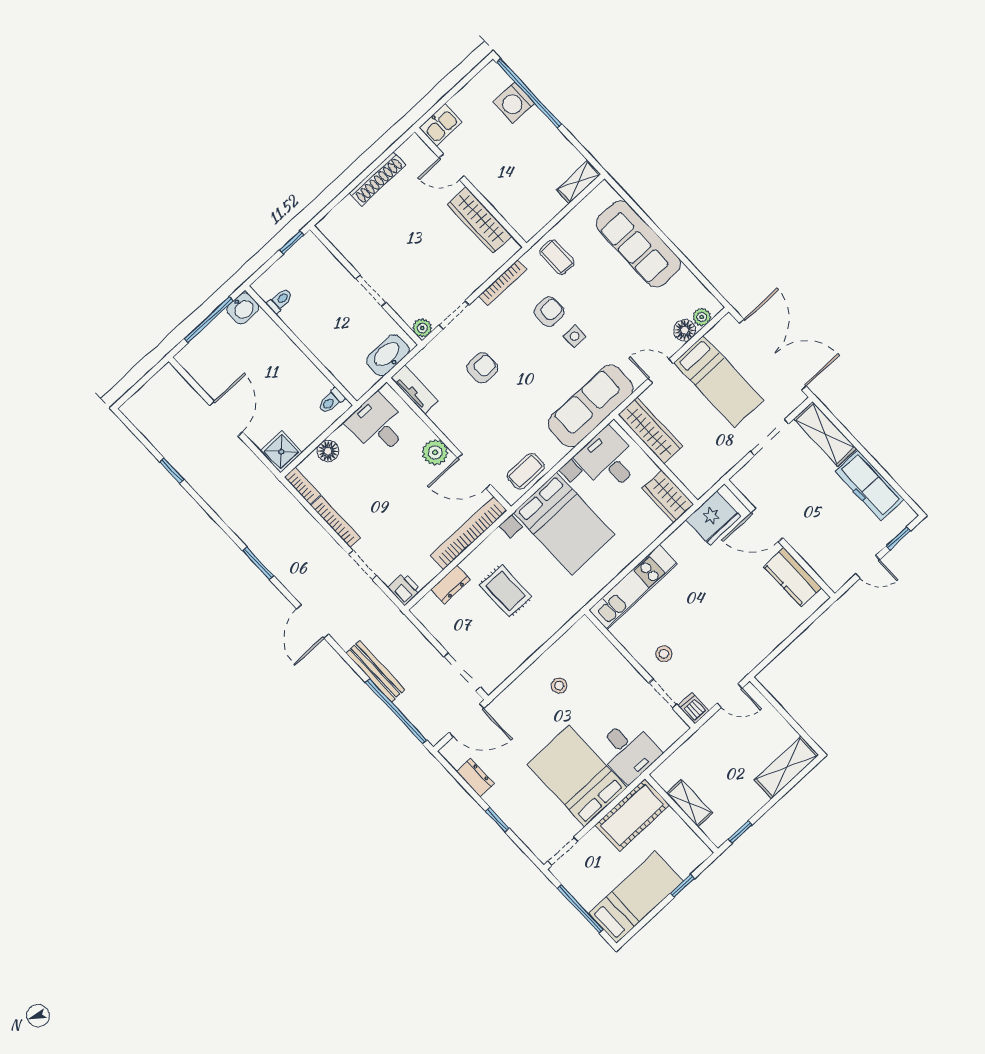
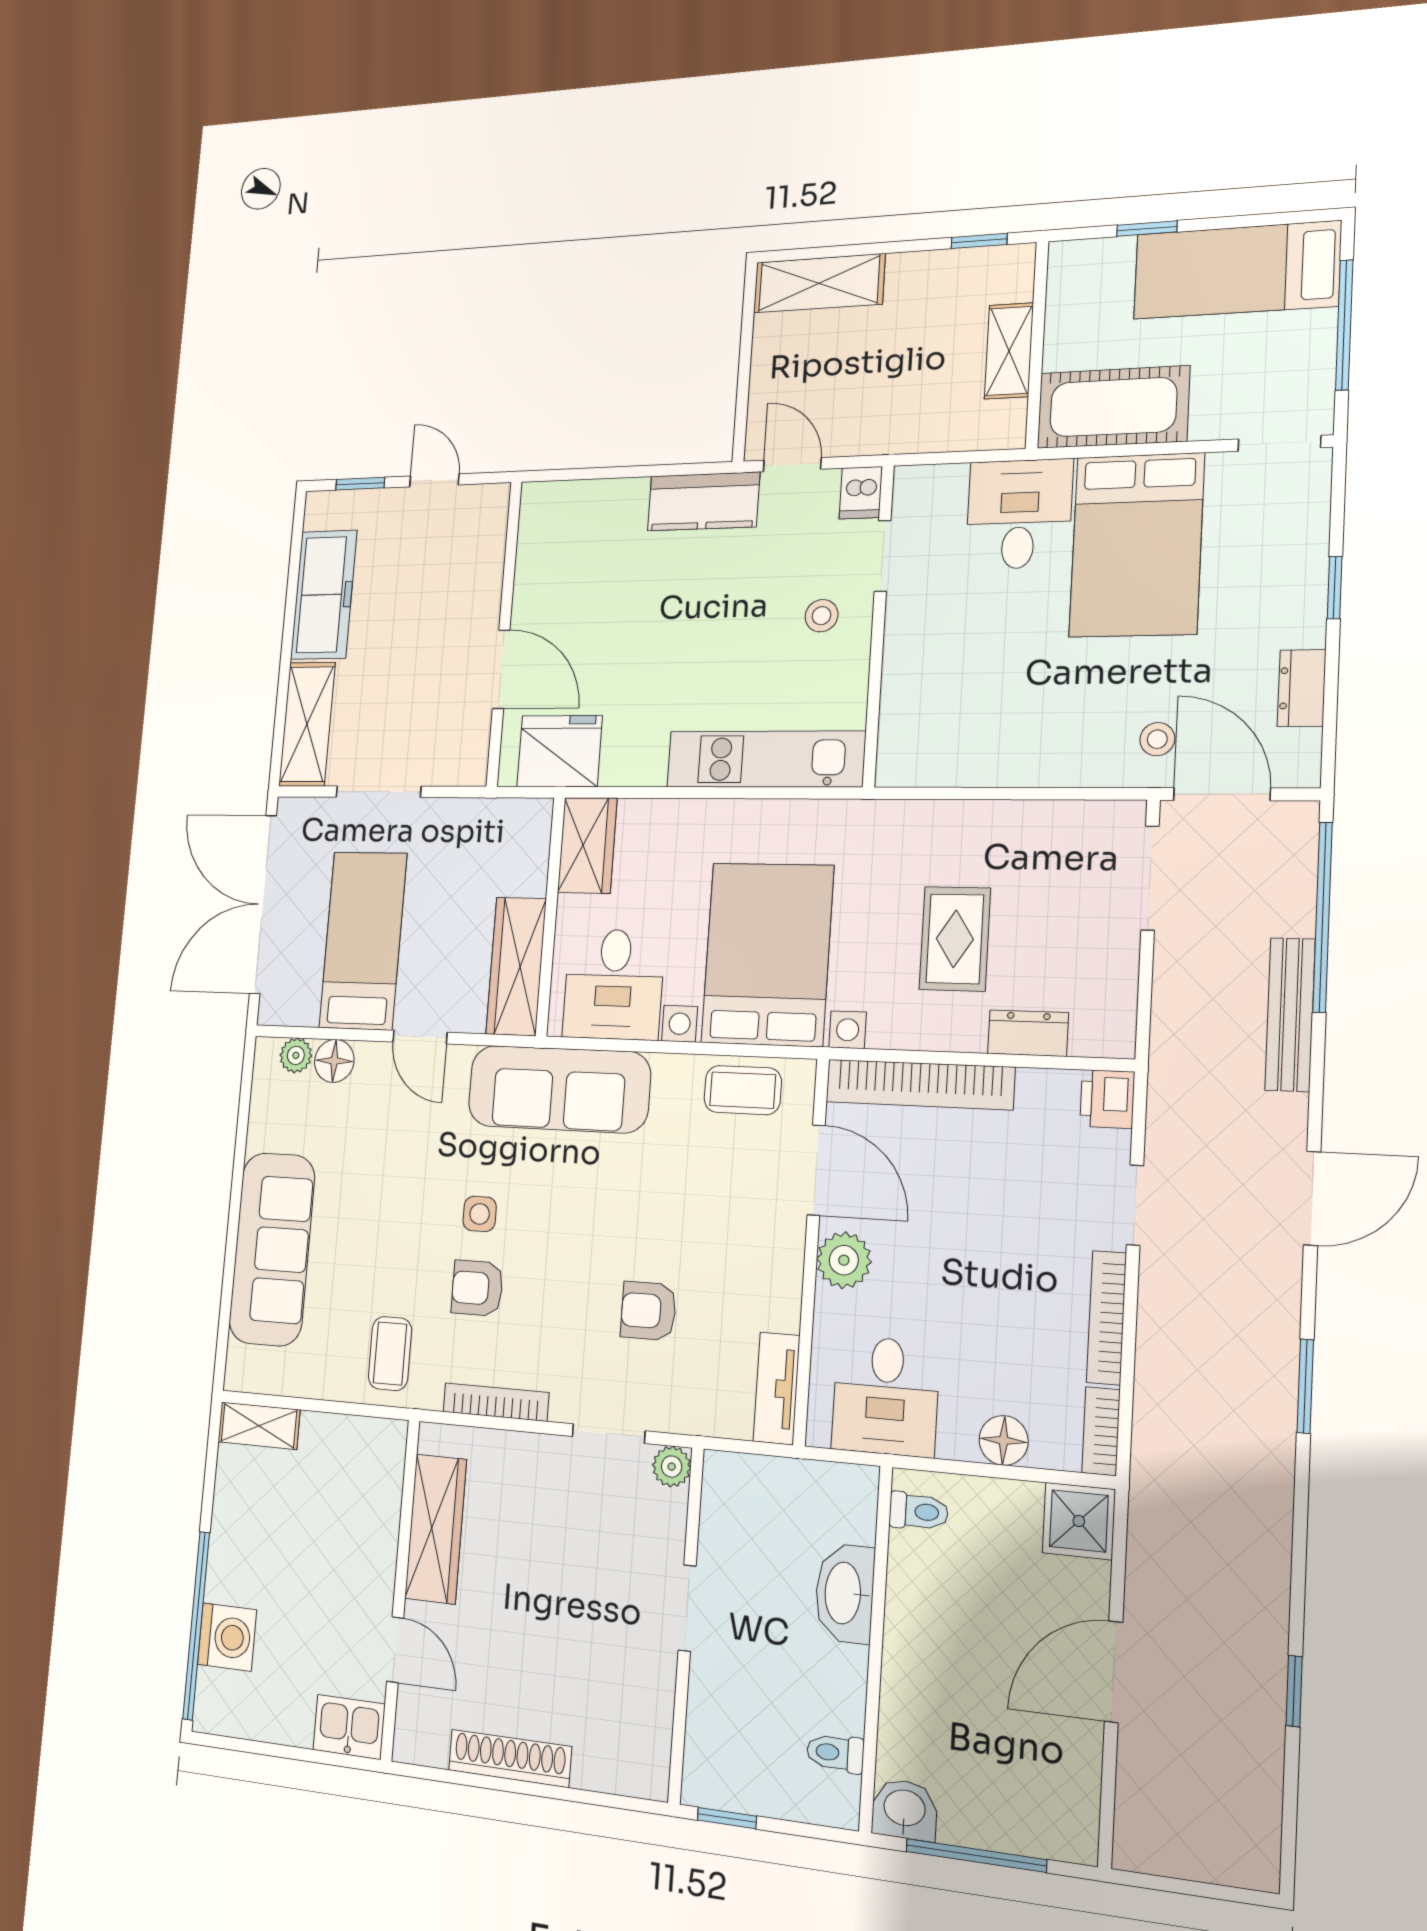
washbasin: (388, 355) -> (845, 1593), moved, turned 90
kitchen counter: (793, 577) -> (703, 501), moved, turned 90
stool: (559, 686) -> (1157, 739), moved

